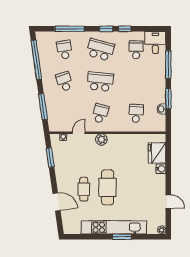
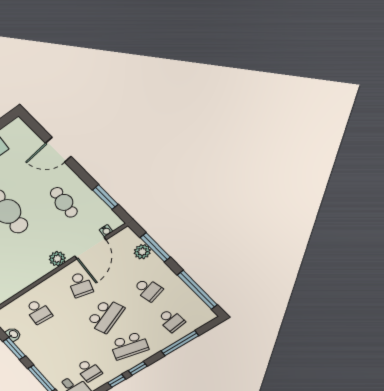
school desk: (100, 82) -> (105, 316), turned -30
plant: (52, 109) -> (142, 252), added
door: (79, 133) -> (90, 248), width x1.88
cafe table: (84, 189) -> (64, 202), moved

